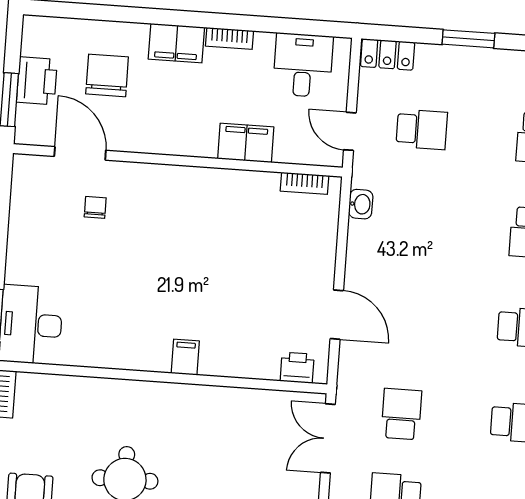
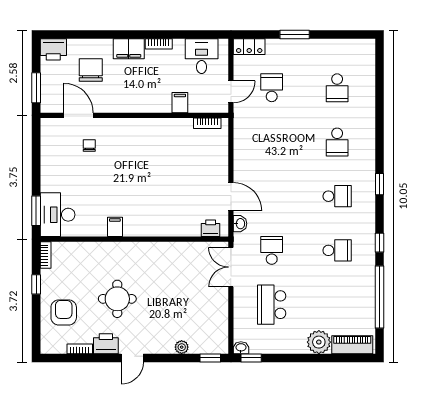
printer: (37, 81) -> (53, 49), moved, turned 90
school desk: (422, 129) -> (272, 88), turned -90
door: (350, 131) -> (231, 92), swing flipped
filing cabinet: (246, 143) -> (180, 103), width x0.50
washbasin: (361, 204) -> (240, 224), moved
filing cabinet: (185, 357) -> (115, 227), moved

